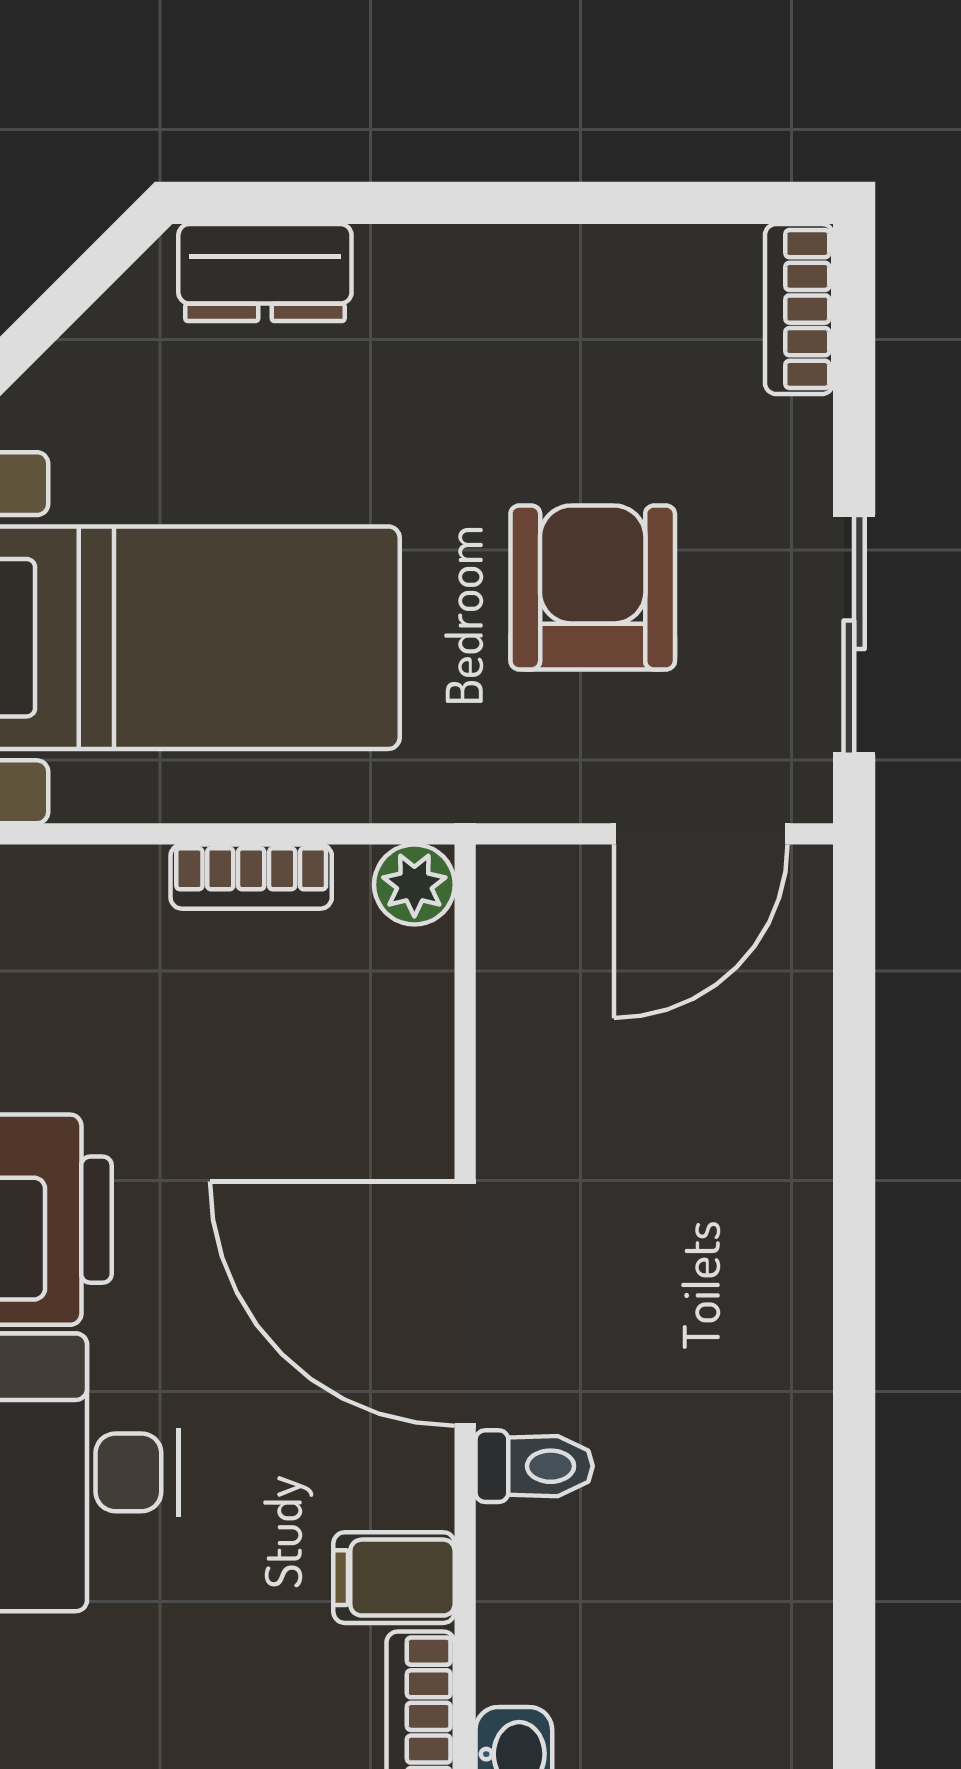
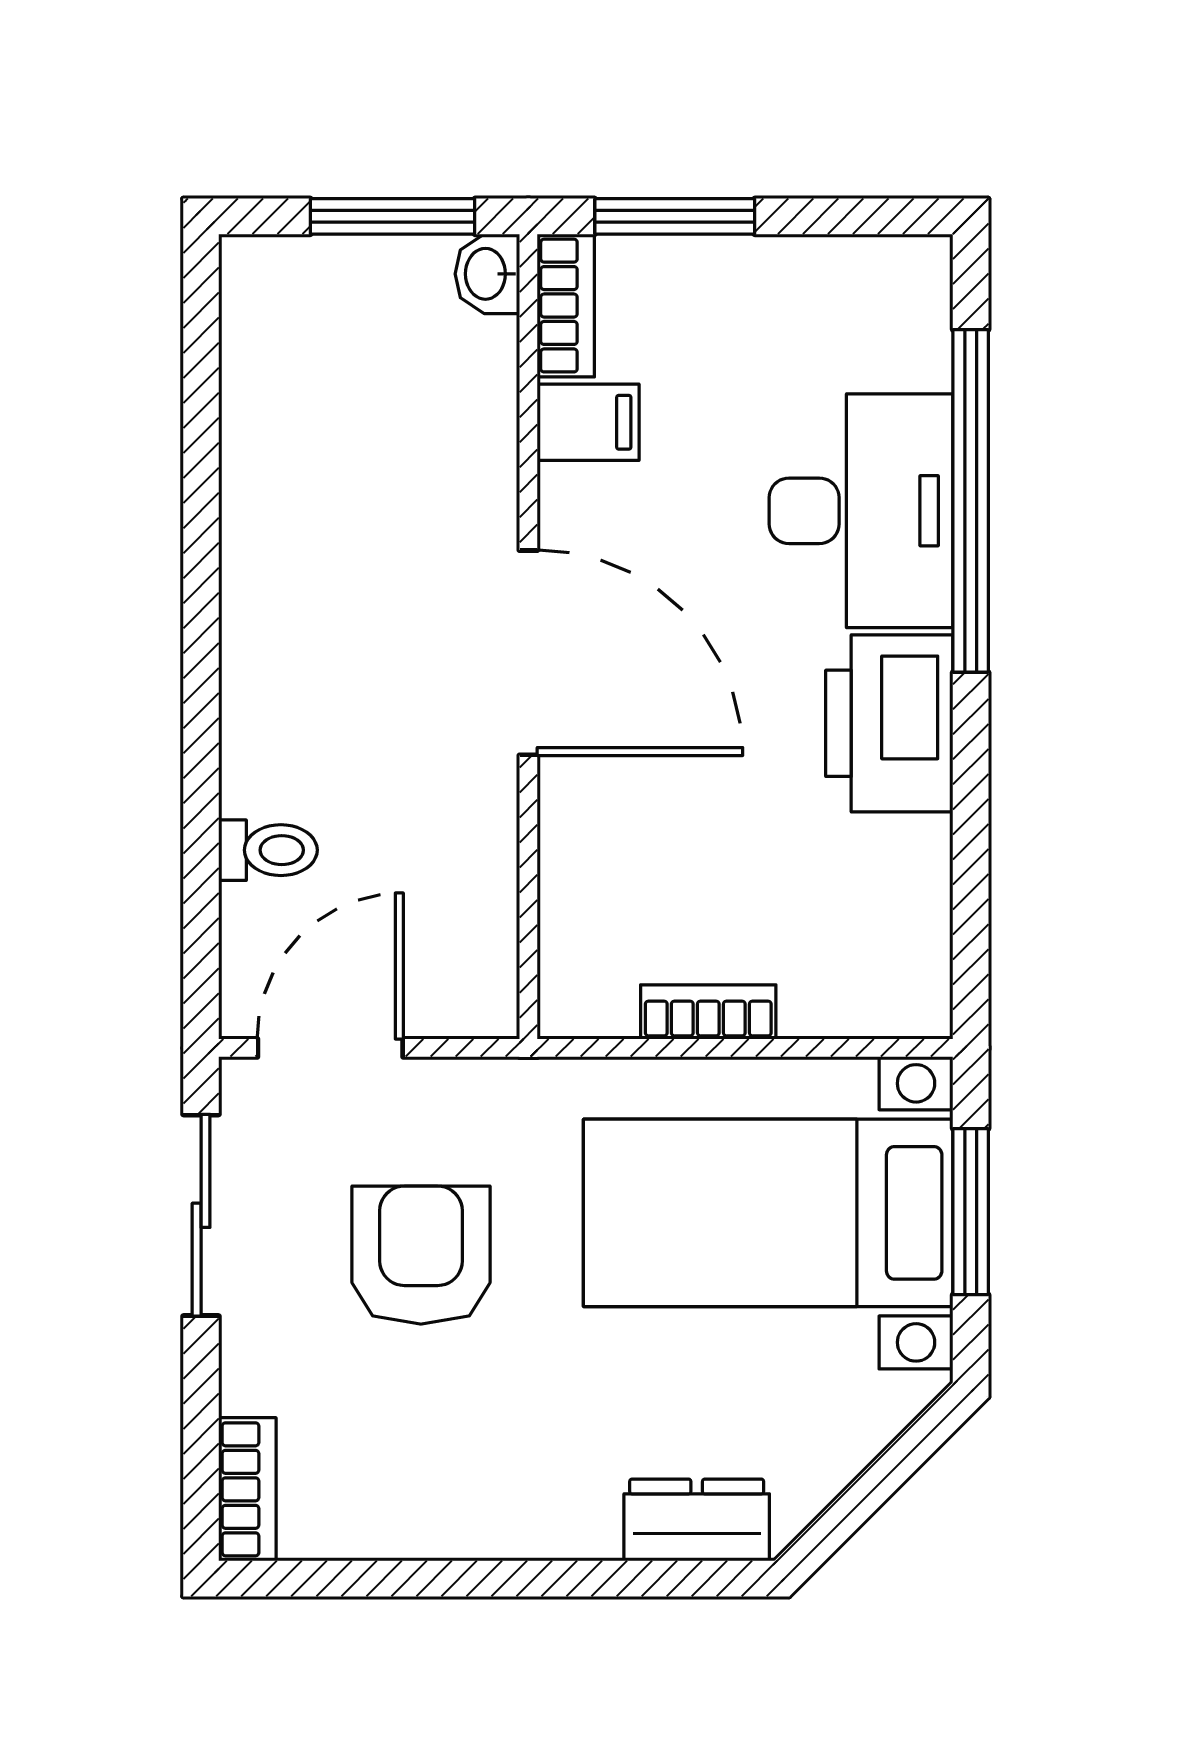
armchair: (593, 587) -> (421, 1255), turned 180
plant: (414, 885) -> (571, 1005), removed
toilet: (534, 1466) -> (268, 850), moved, turned 180

